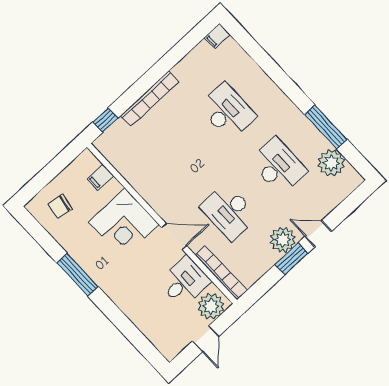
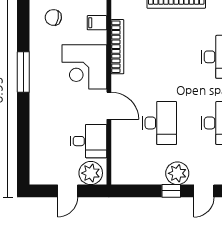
desk: (229, 212) -> (159, 123), turned 180
door: (318, 234) -> (204, 191), swing flipped
window: (291, 259) -> (171, 191), width x0.67
bookcase: (221, 273) -> (117, 47), moved

